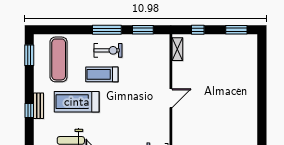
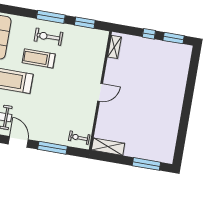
window: (198, 30) -> (149, 34), moved
exercise bike: (108, 50) -> (48, 37), turned 180

